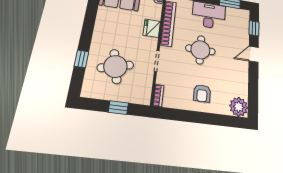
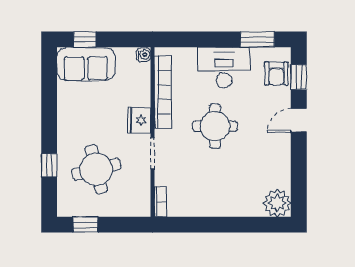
fridge: (152, 28) -> (139, 120), moved
armchair: (202, 93) -> (276, 73), moved
window: (118, 108) -> (85, 225), moved

